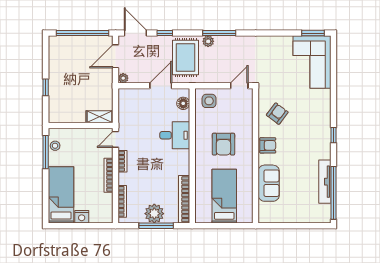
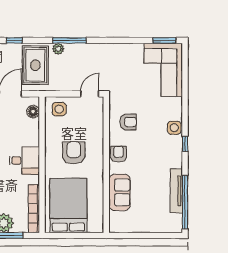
armchair: (277, 114) -> (128, 122), turned 53
side table: (323, 119) -> (174, 128), added
desk: (175, 135) -> (24, 160), moved
armchair: (223, 144) -> (74, 153), turned 180
armchair: (268, 145) -> (119, 154), turned -90
bed: (224, 196) -> (68, 205), width x1.50

